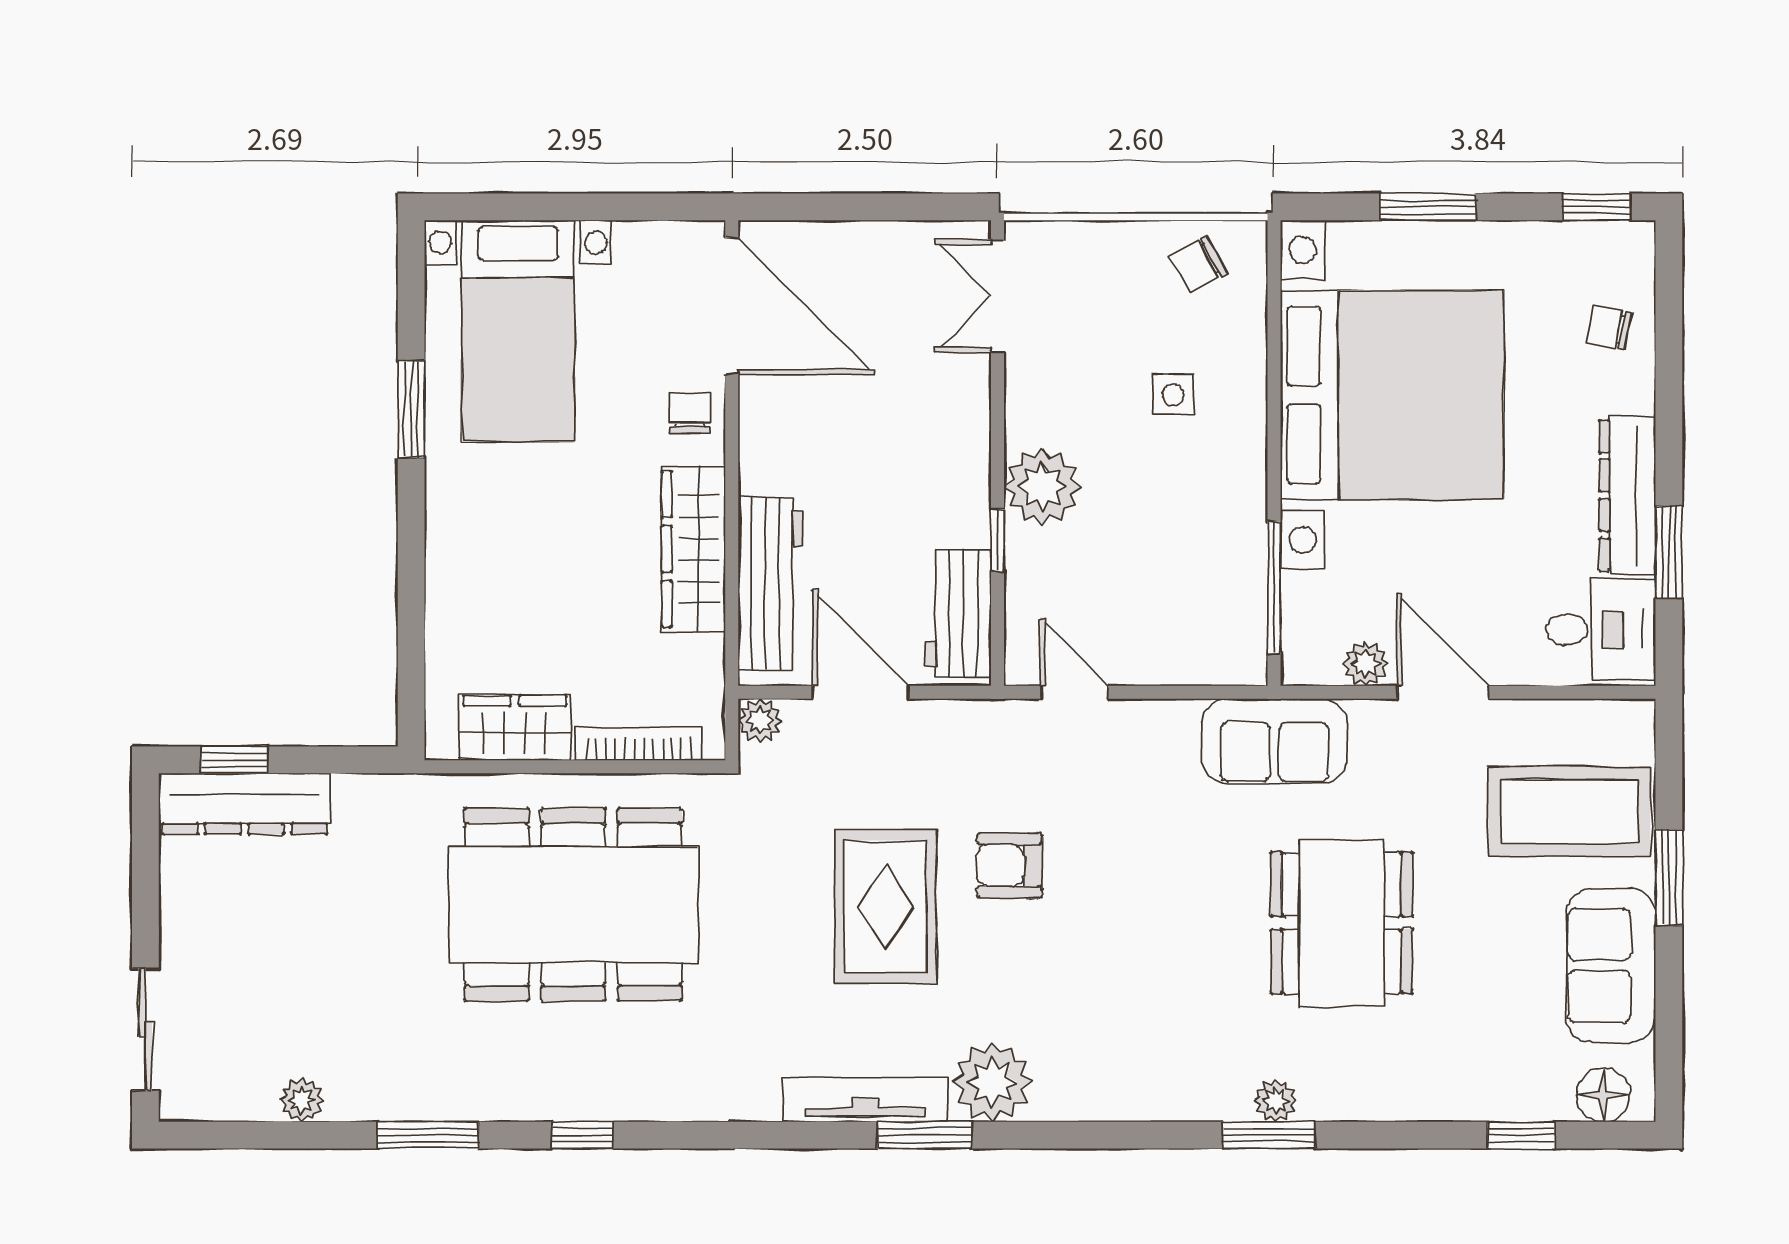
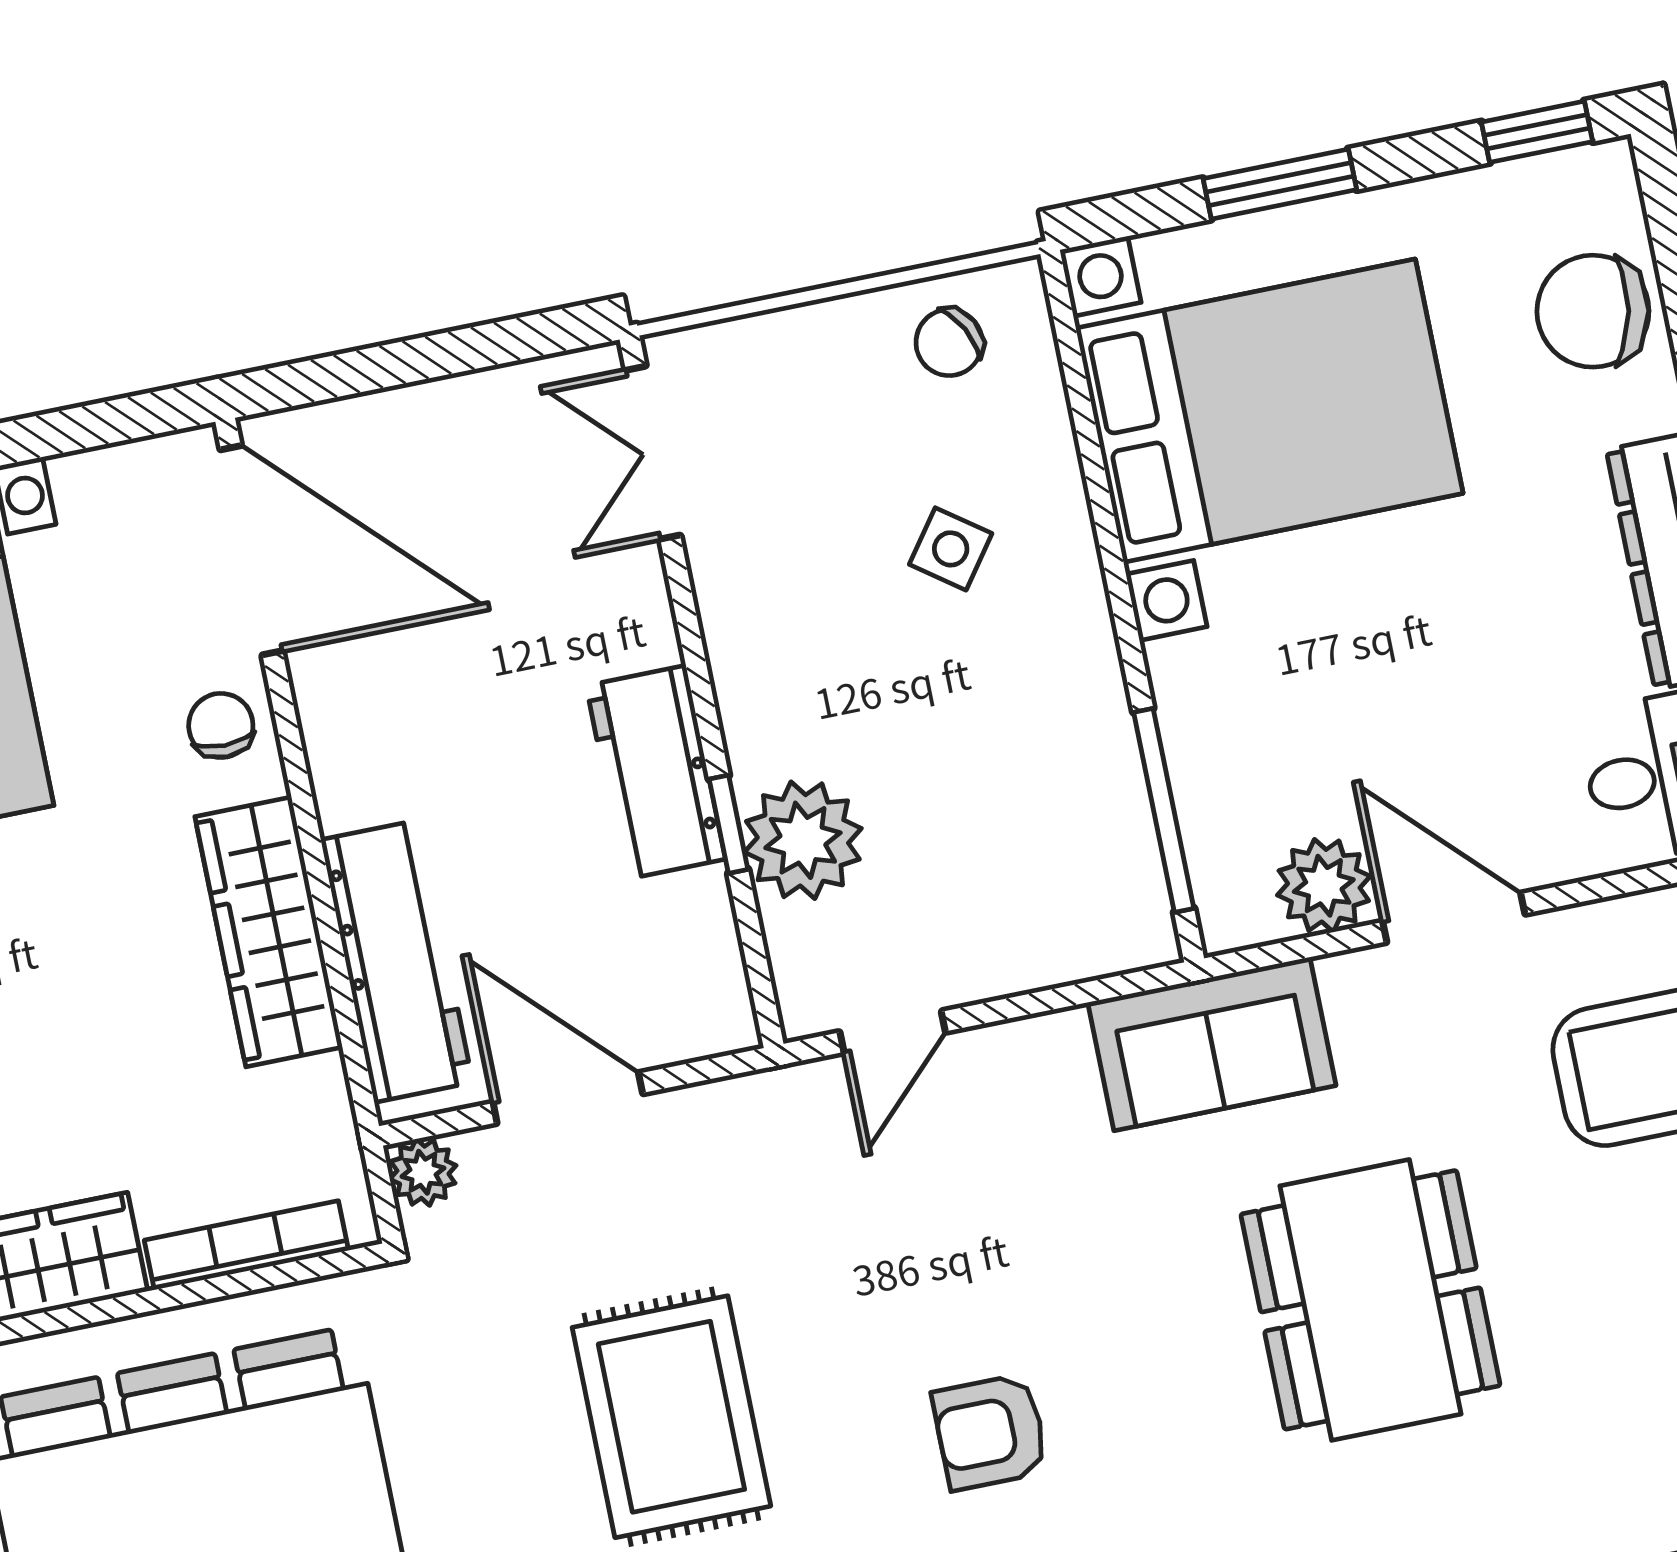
chair: (1609, 327) -> (1593, 311), width x1.87, depth x1.87
side table: (1173, 395) -> (951, 549), turned 36
bed with nightstands: (1392, 395) -> (1269, 411), width x0.73
plant: (1042, 487) -> (803, 840), moved
workbench: (958, 613) -> (656, 772), moved
plant: (1365, 664) -> (1324, 886), width x1.38, depth x1.38
door: (1074, 692) -> (893, 1032), swing flipped
armchair: (1010, 866) -> (990, 1432), moved

